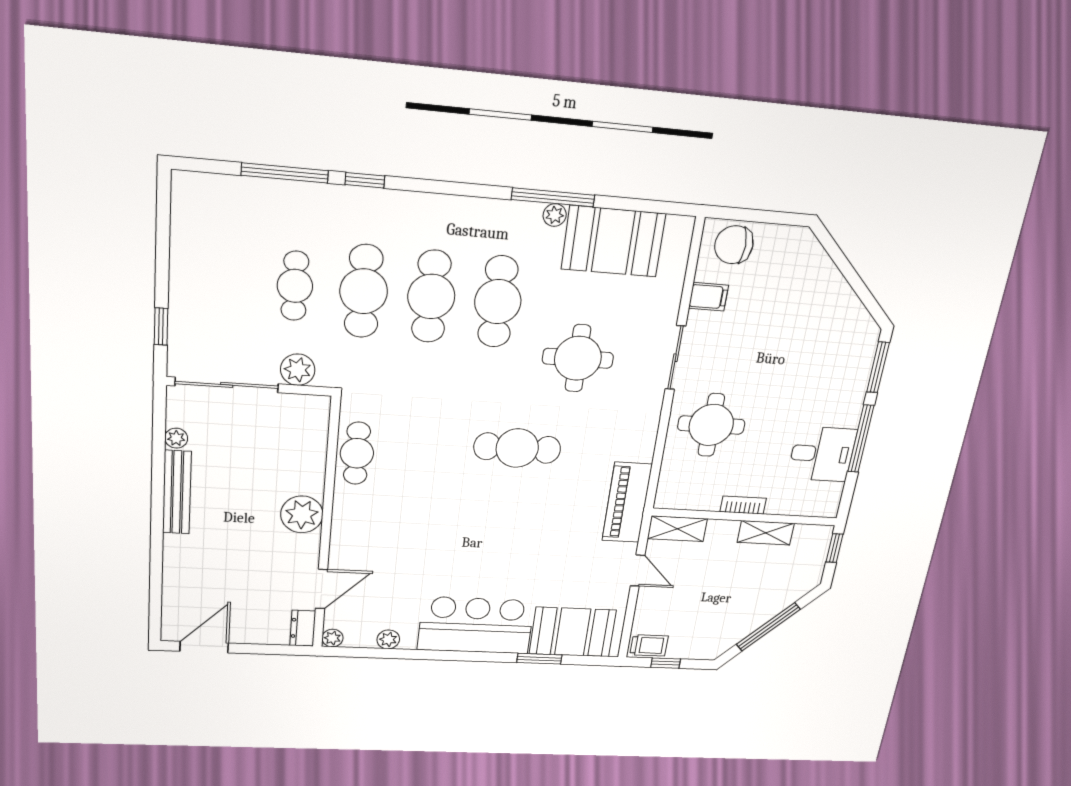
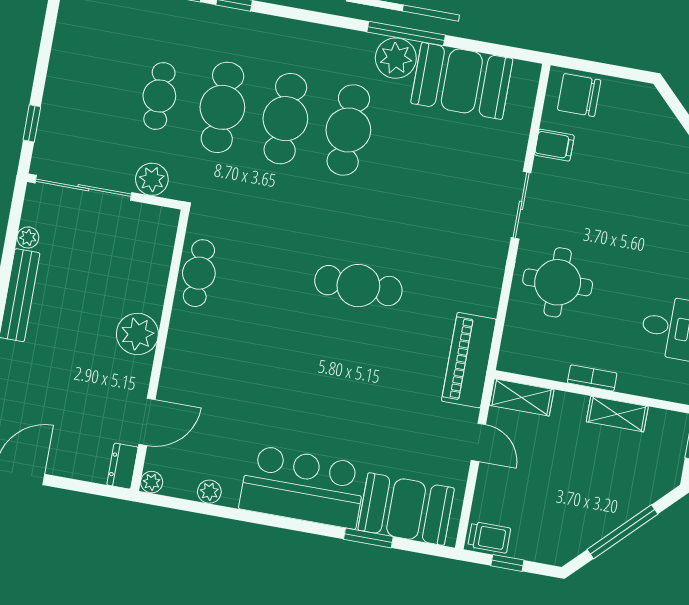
plant: (555, 215) -> (396, 58), width x1.88, depth x1.88
round table: (578, 358) -> (423, 196), removed

